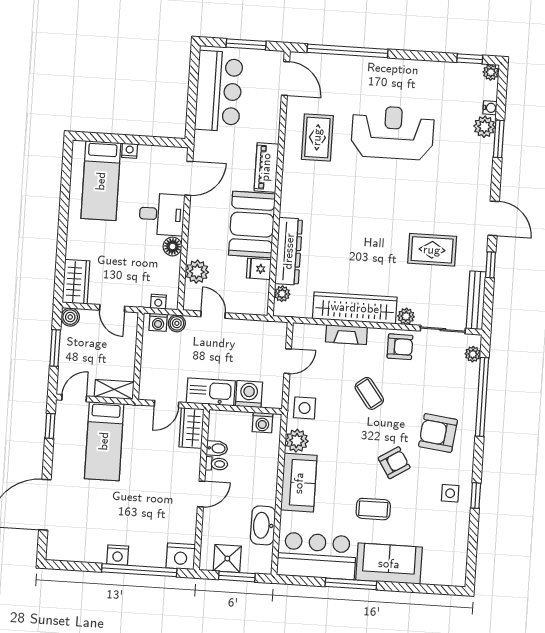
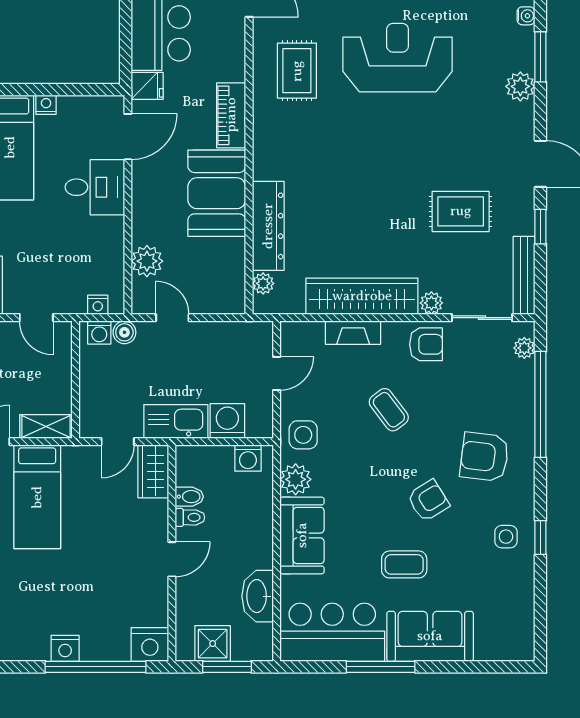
plant: (484, 127) -> (520, 86), moved
floor lamp: (172, 246) -> (112, 230), removed
fridge: (259, 269) -> (147, 86), moved, turned 180

